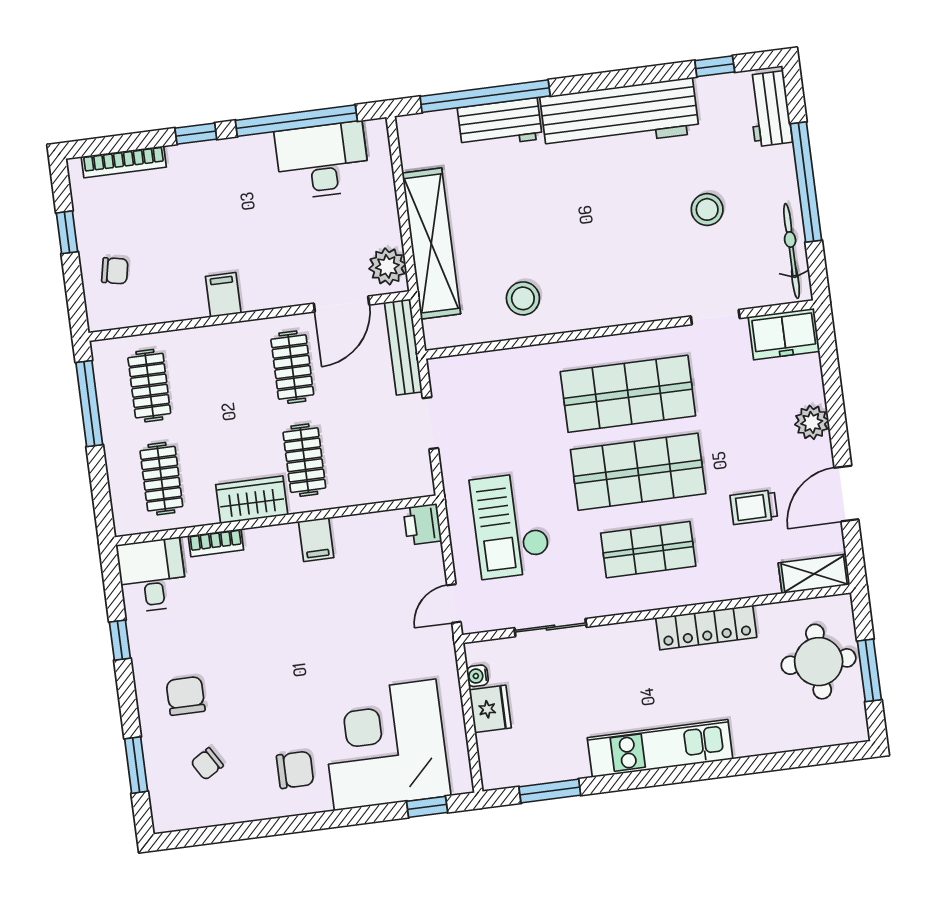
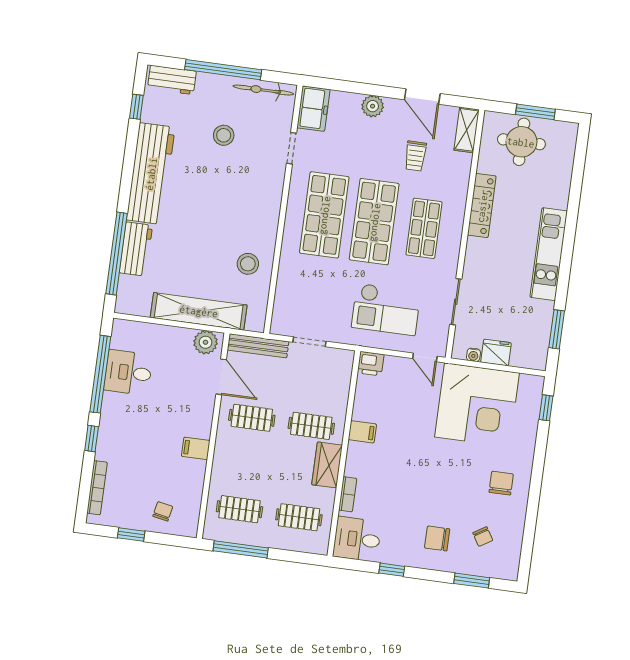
desk: (322, 161) -> (128, 372), width x0.73
corner desk: (385, 745) -> (477, 405), moved, turned -90

